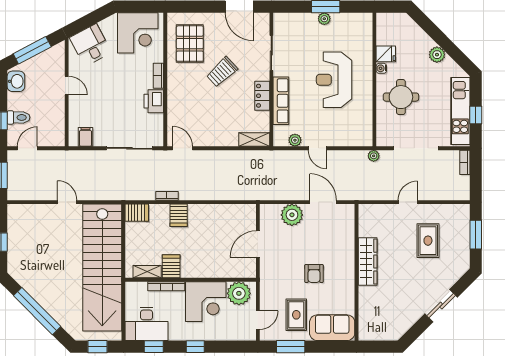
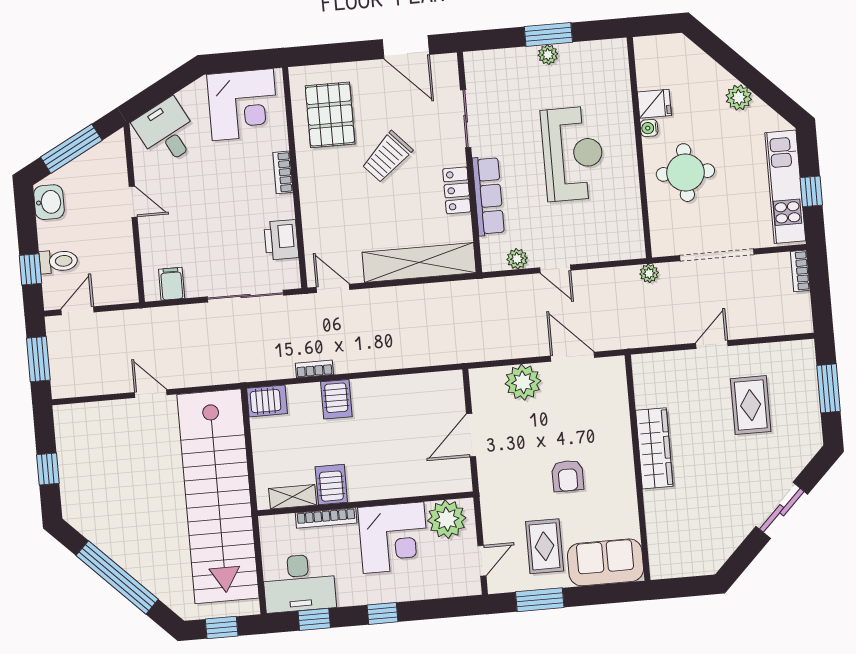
reception desk: (334, 80) -> (573, 154), turned 180
printer: (154, 101) -> (281, 240), moved
shelving: (254, 140) -> (419, 263), width x2.20, depth x1.33

